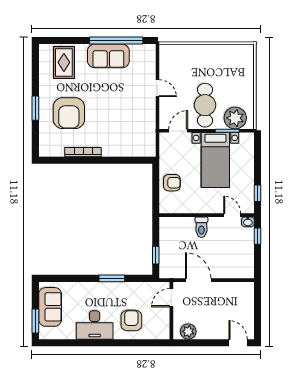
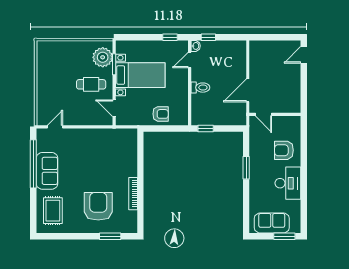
rug: (64, 62) -> (53, 211), turned 90
door: (158, 88) -> (55, 127), moved
cafe table: (205, 105) -> (91, 84), width x0.73, depth x0.74
window: (35, 108) -> (110, 236), moved
armchair: (69, 113) -> (98, 206), turned -90
armchair: (172, 183) -> (161, 114), turned 90
window: (156, 255) -> (206, 128), moved
plant: (188, 331) -> (294, 99), removed

